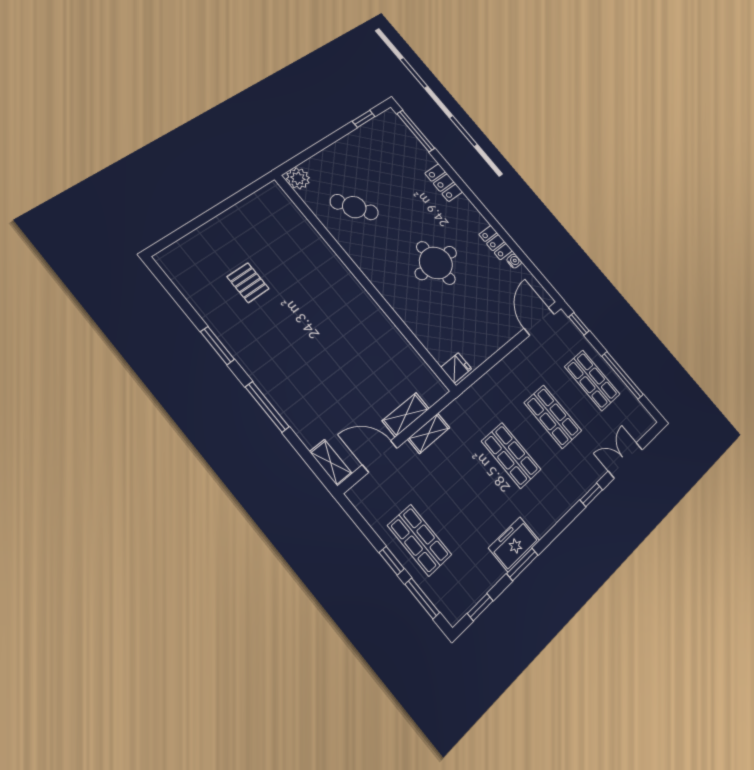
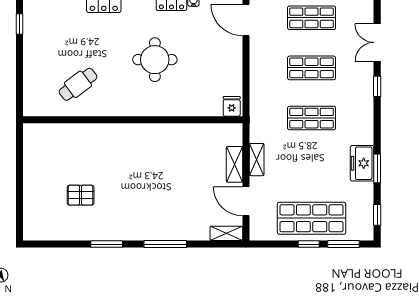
plant: (298, 178) -> (32, 107), removed
door: (380, 456) -> (246, 201), hinge flipped
shop shelf: (420, 540) -> (312, 218), width x1.43, depth x1.36

